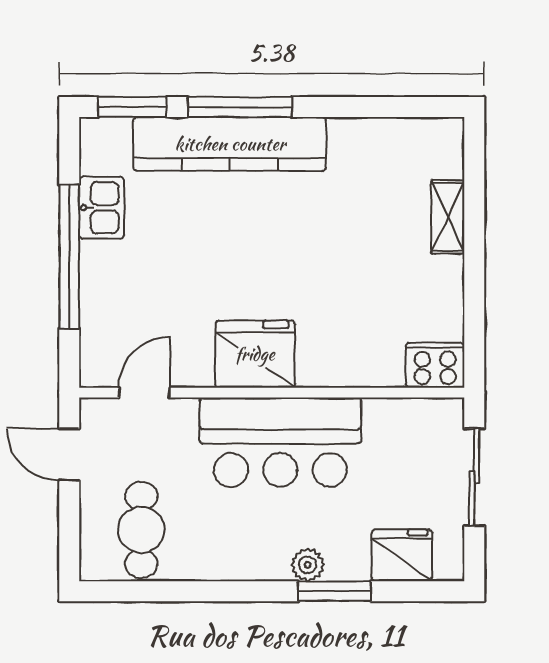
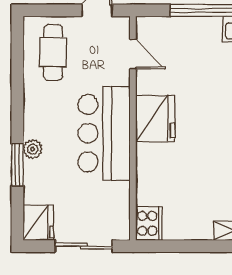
cafe table: (141, 530) -> (53, 52), turned 90
fridge: (402, 555) -> (38, 223), moved

